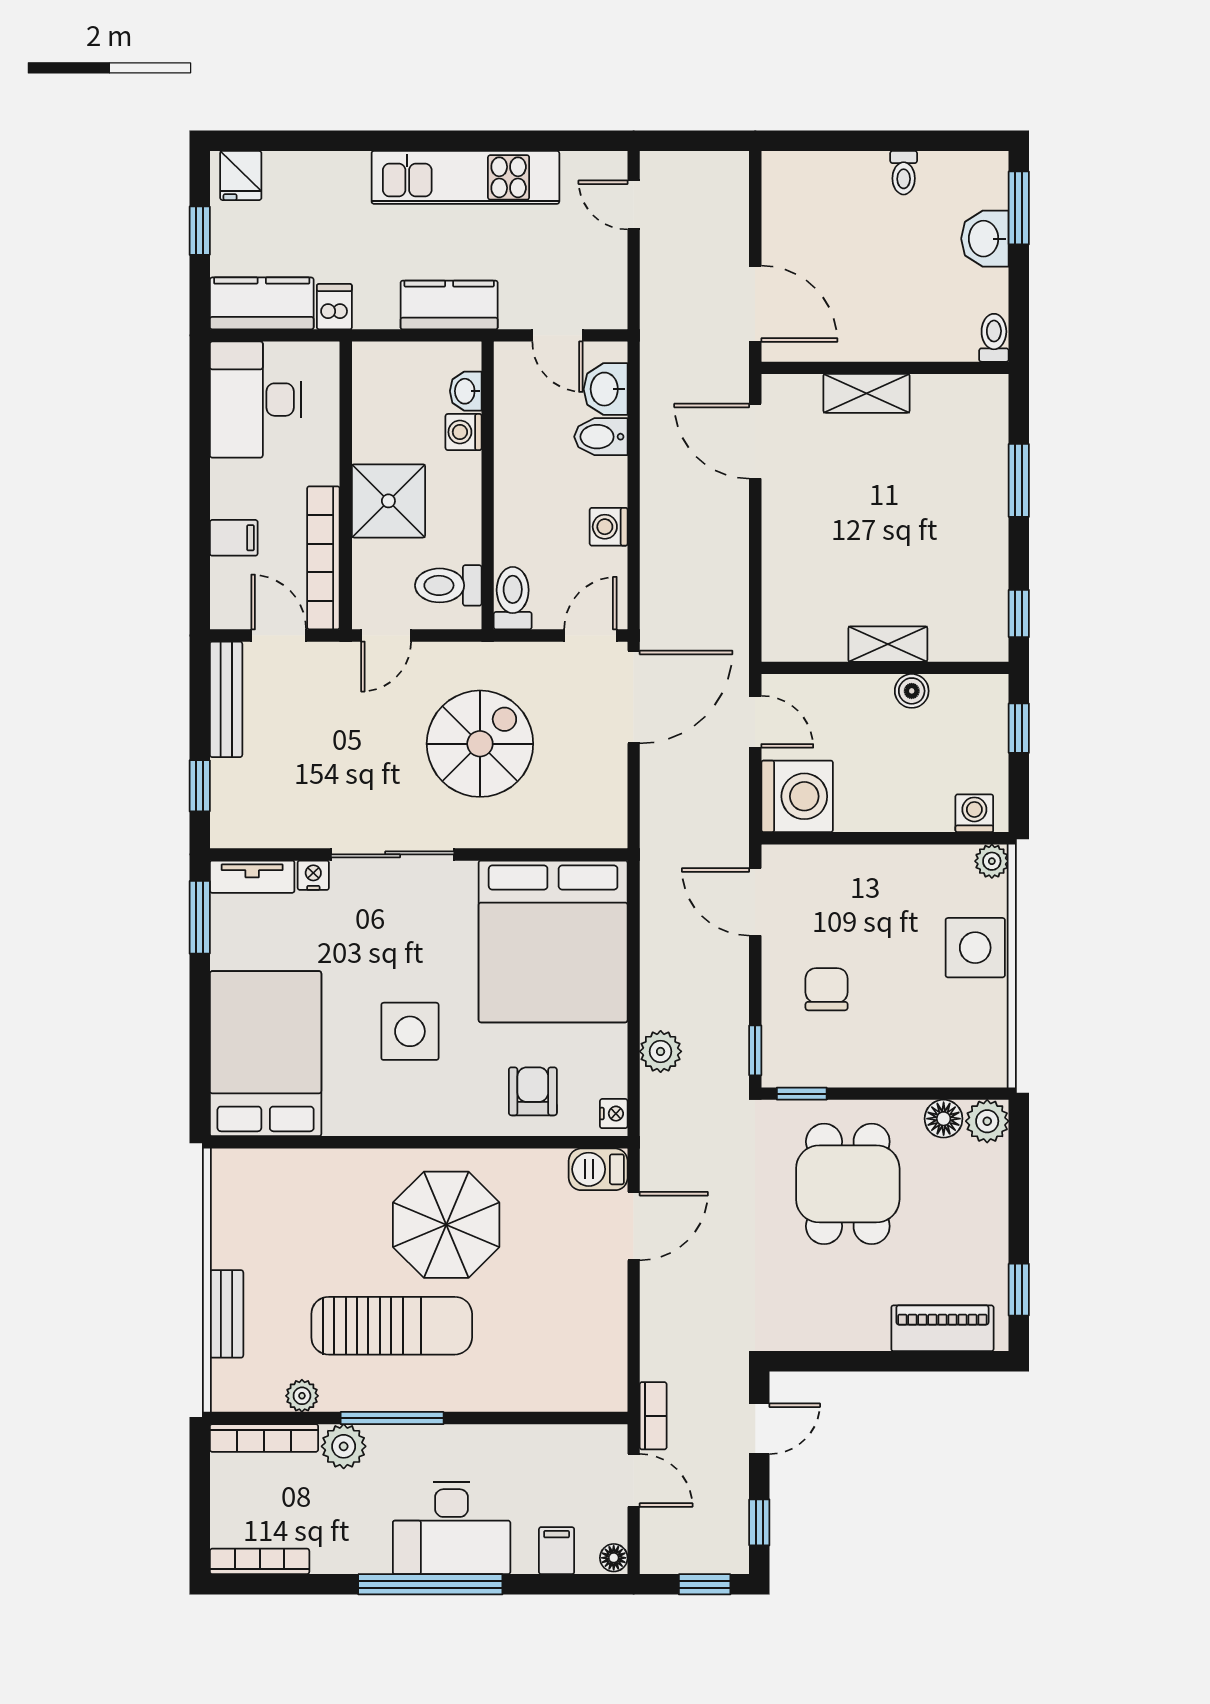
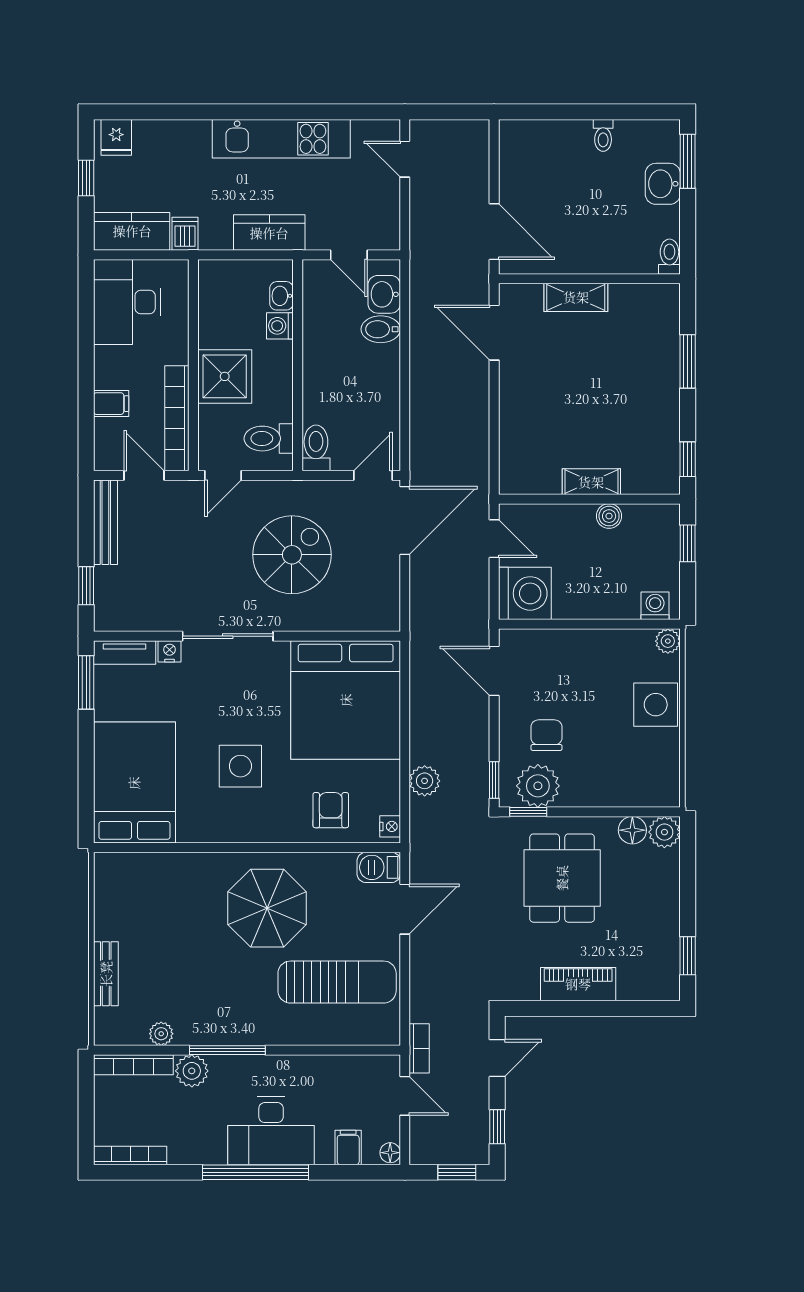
washing machine: (609, 527) -> (386, 395), removed
plant: (815, 1058) -> (538, 786), added
sun lounger: (392, 1326) -> (337, 982), moved
piano: (942, 1328) -> (578, 984), moved

